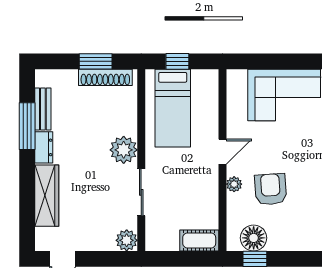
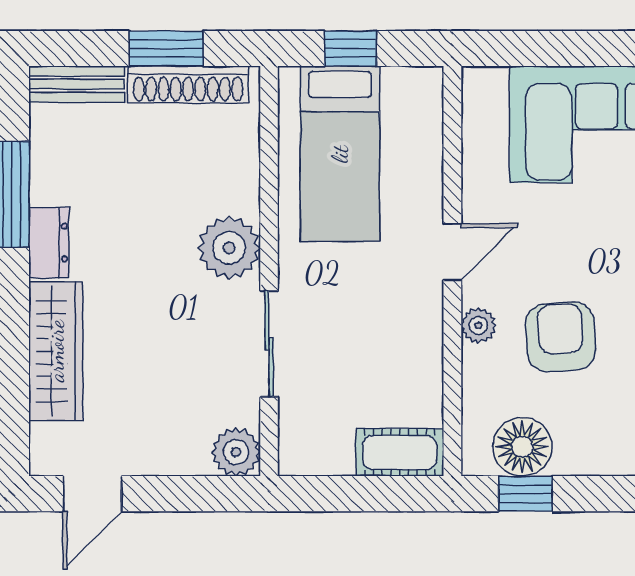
bench: (43, 109) -> (77, 84), moved, turned 90

